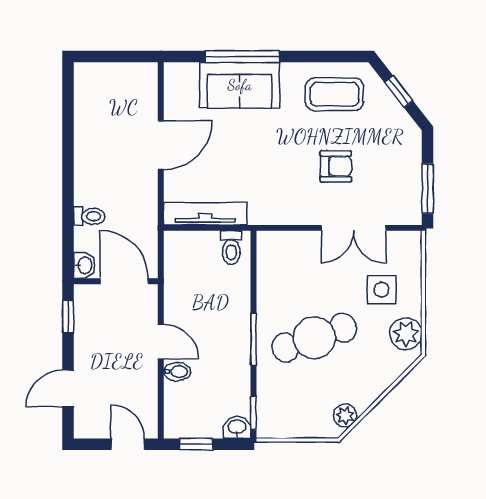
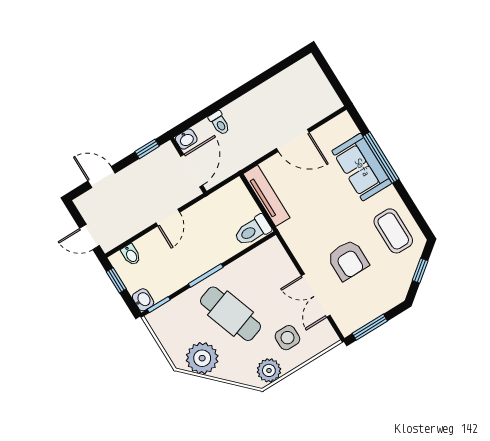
armchair: (336, 166) -> (348, 260), width x1.38, depth x1.38
toilet: (231, 248) -> (253, 231), width x1.37, depth x1.39
bidet: (177, 372) -> (131, 255), moved
plant: (345, 415) -> (202, 358), width x1.88, depth x1.88
door: (128, 444) -> (90, 237), swing flipped

